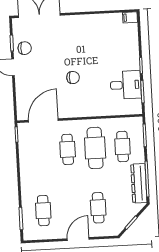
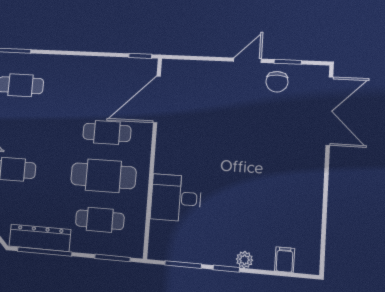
filing cabinet: (130, 17) -> (285, 260), moved
plant: (134, 56) -> (244, 260), added
chair: (73, 77) -> (220, 154), removed
desk: (126, 85) -> (176, 198), moved, turned 90
door: (43, 120) -> (157, 99), swing flipped

